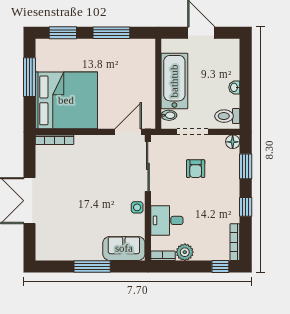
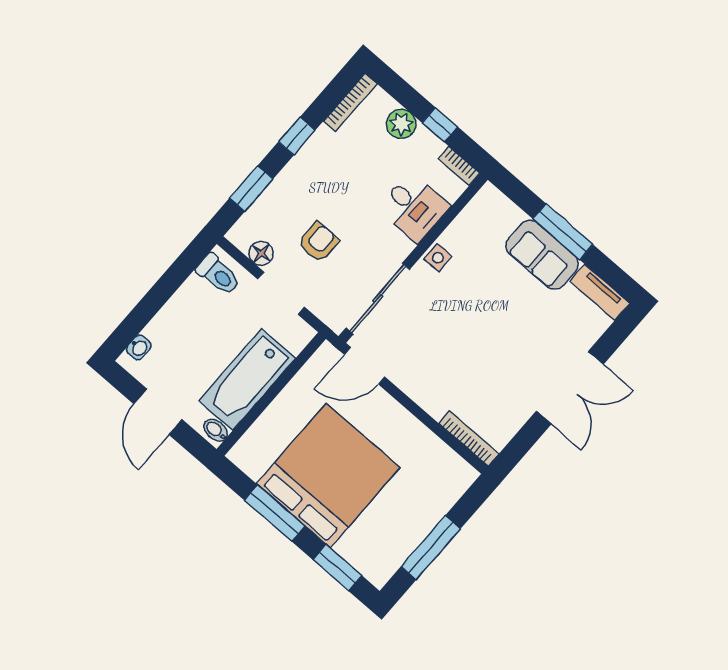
washbasin: (234, 87) -> (139, 347), moved
bed: (66, 100) -> (328, 476), moved, turned 90
bidet: (169, 115) -> (216, 430), moved
floor lamp: (233, 142) -> (261, 253), moved
sofa: (124, 248) -> (542, 255), moved
plant: (185, 252) -> (401, 124), moved
tv unit: (53, 254) -> (600, 292), added
window: (220, 267) -> (440, 125), moved

